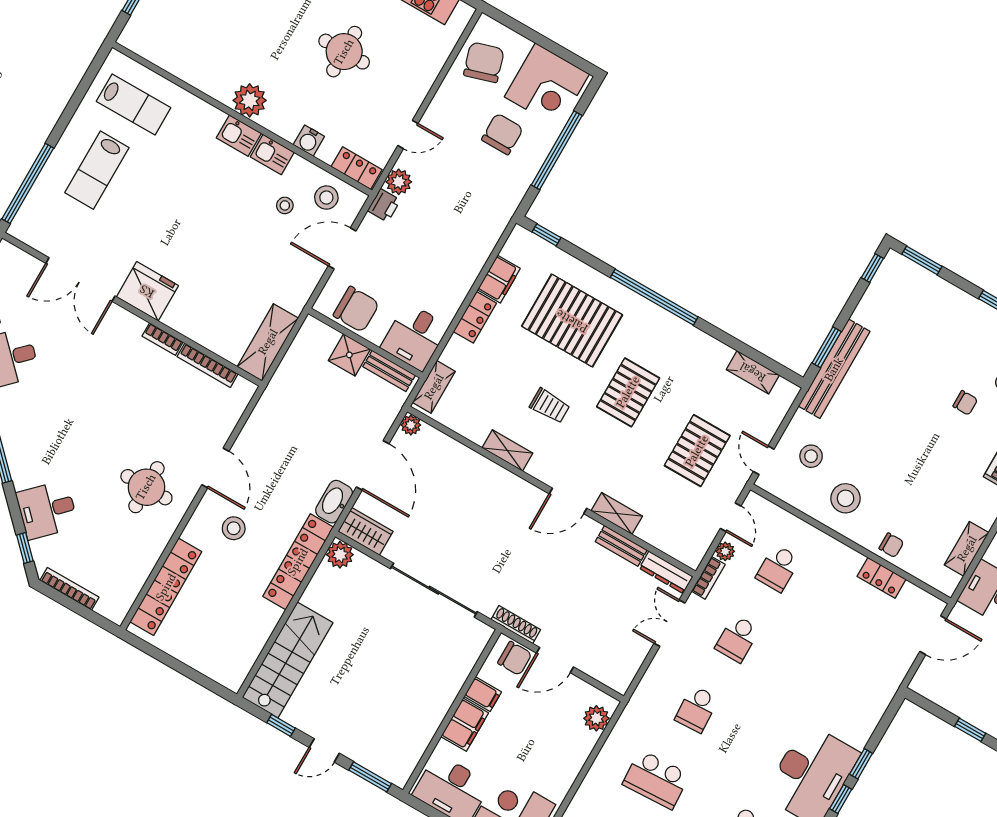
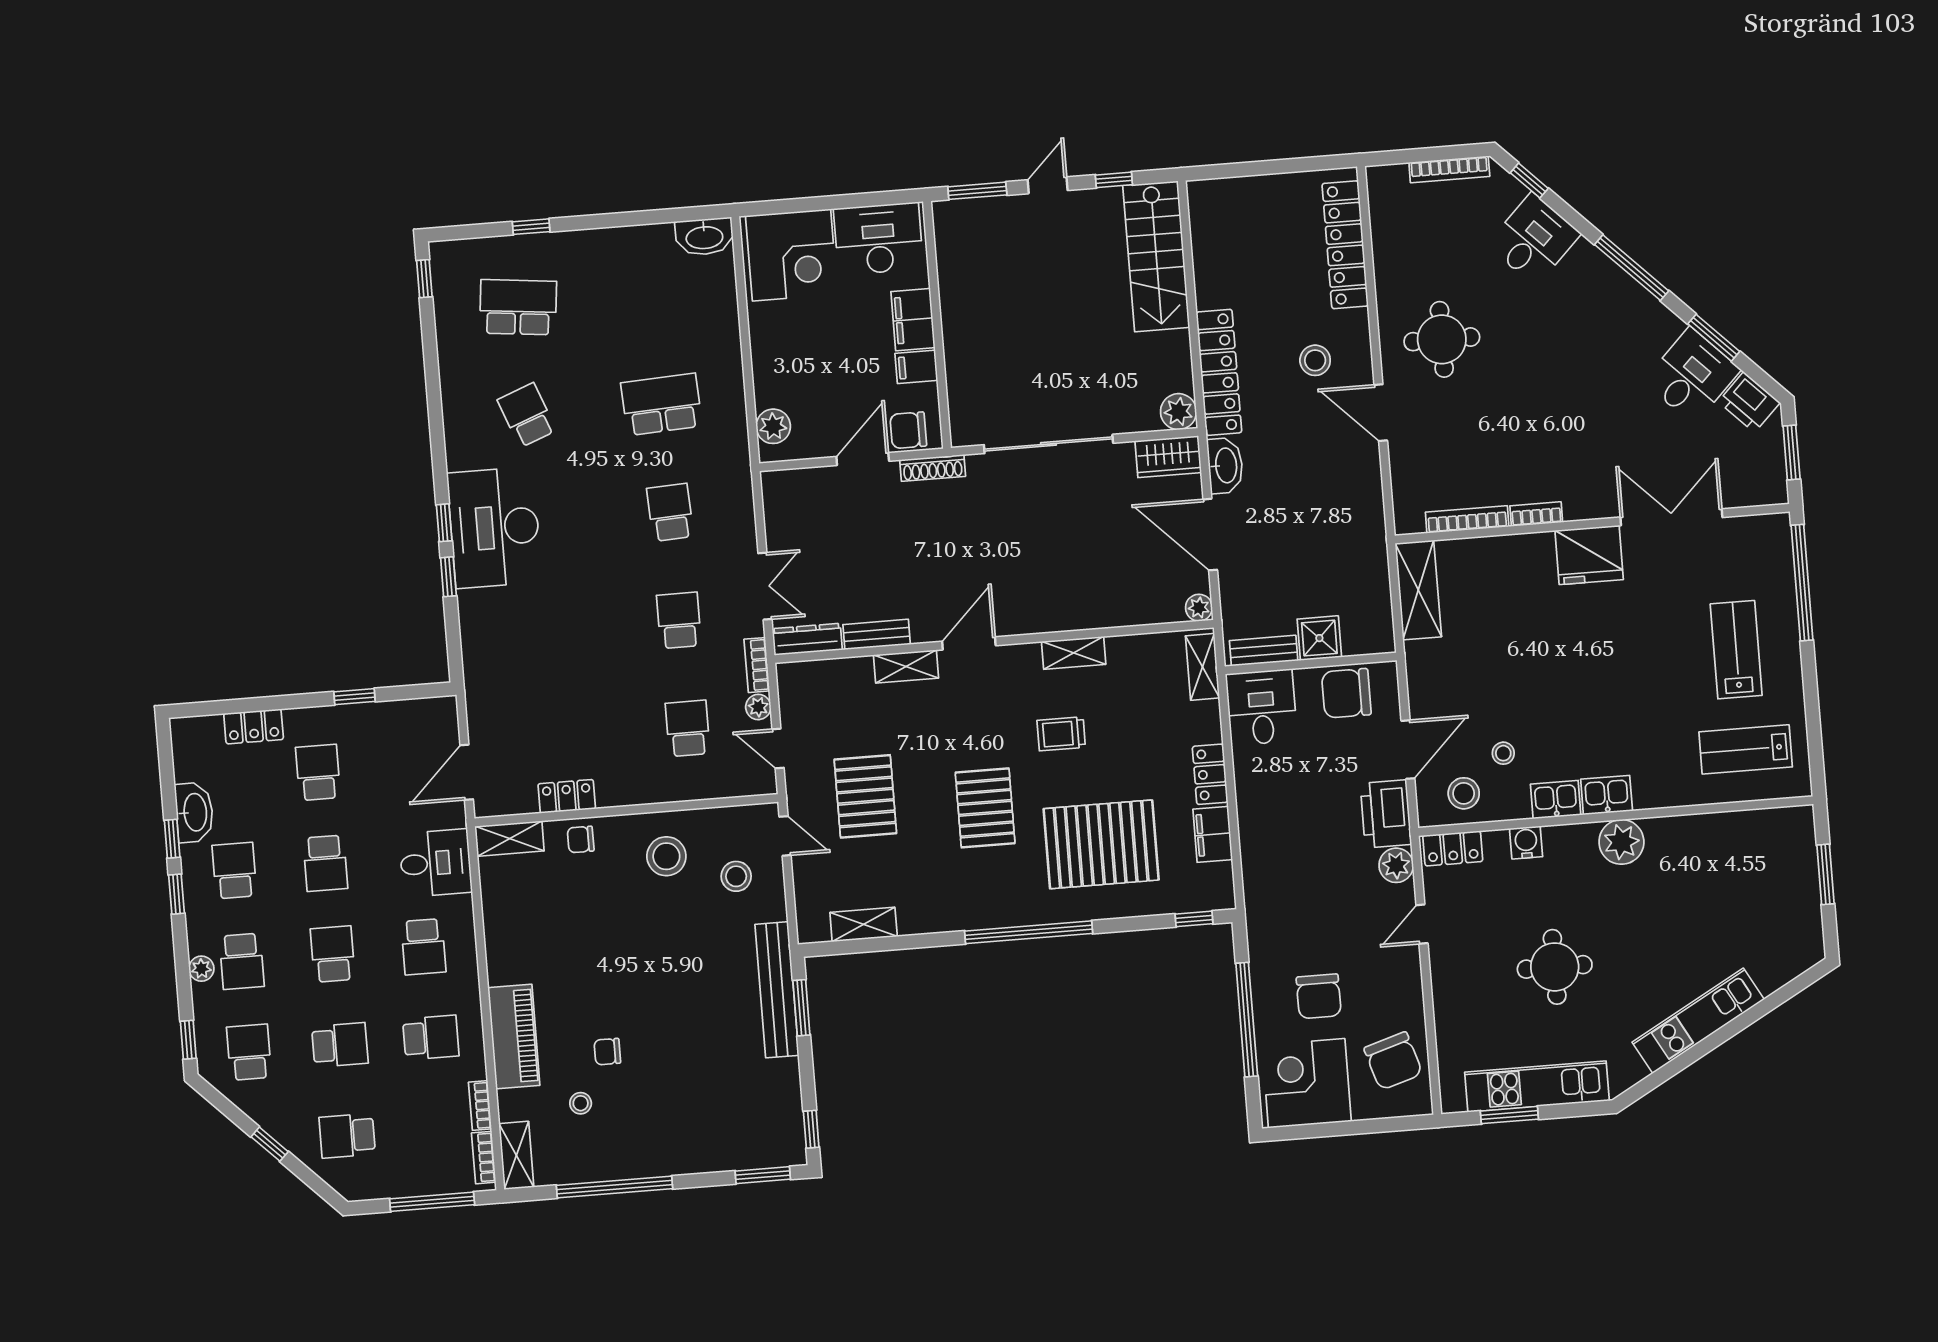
printer: (384, 205) -> (1386, 814), width x1.87, depth x1.48
shelving: (967, 549) -> (510, 839), moved, turned 90

